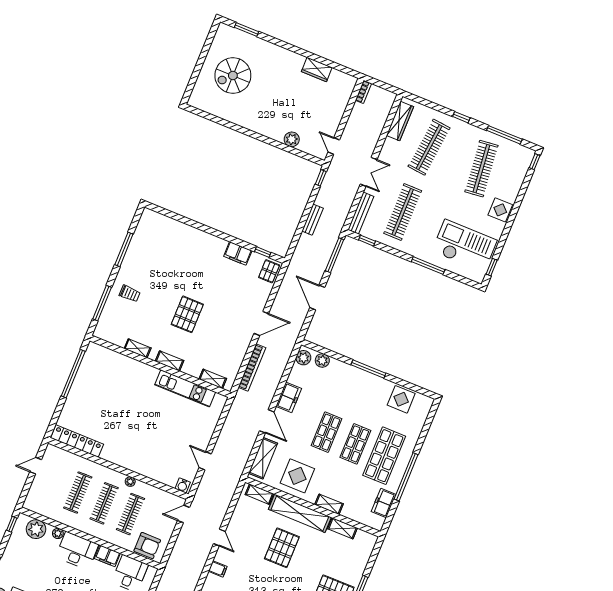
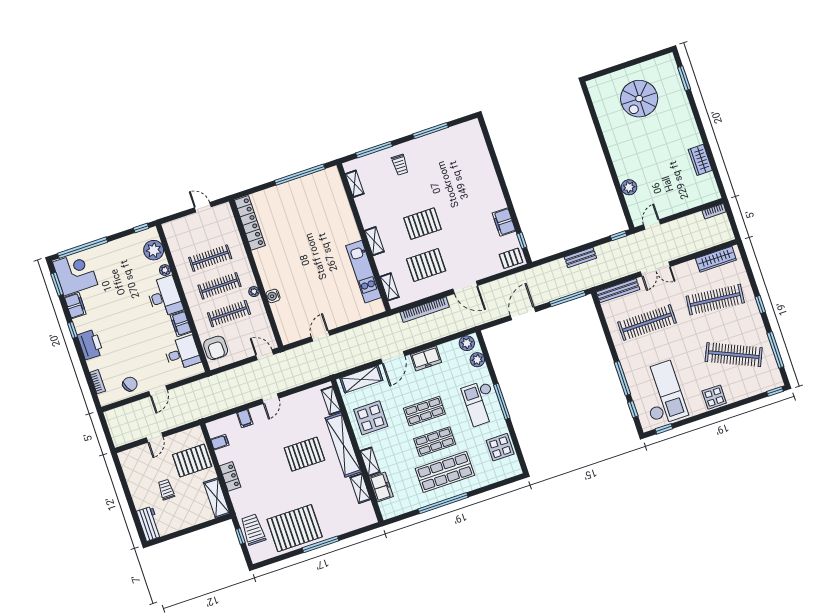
spiral stairs: (233, 76) -> (639, 99), turned -90
clothes rail: (481, 169) -> (734, 355), turned 30
window: (367, 241) -> (633, 409), moved
pallet: (220, 338) -> (426, 265), added
shelving: (138, 348) -> (355, 184), moved
checkout: (356, 386) -> (481, 403), added
water cooler: (183, 486) -> (273, 296), moved
freezer: (384, 503) -> (381, 487), moved, turned 90

